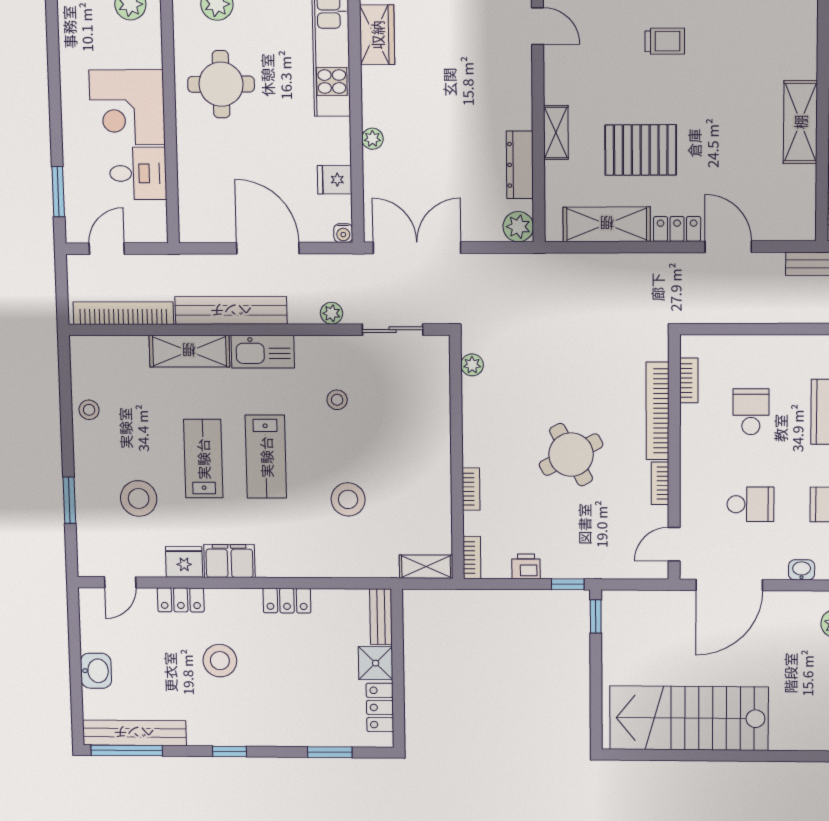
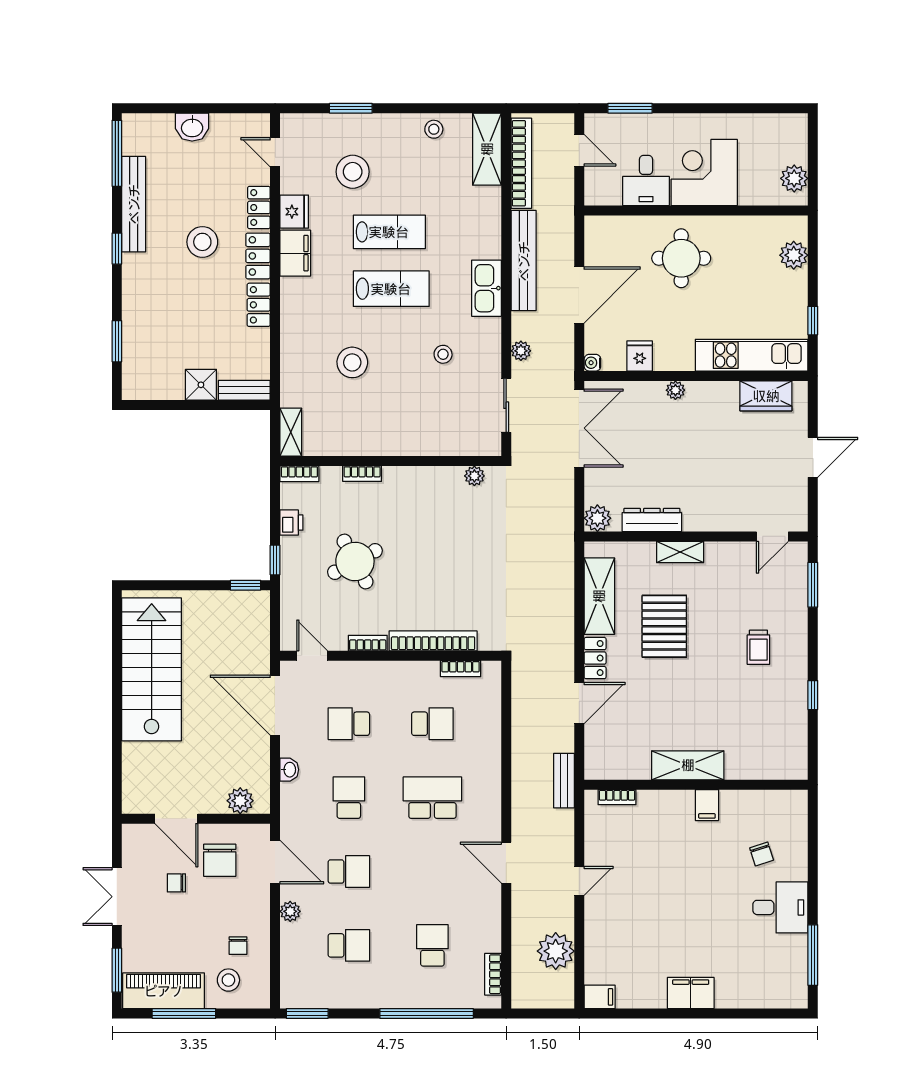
round table: (221, 84) -> (681, 258), moved
shelving: (189, 351) -> (487, 149), moved
round table: (571, 455) -> (355, 561), moved
lab bench: (266, 457) -> (391, 289), turned 180
school desk: (750, 504) -> (349, 724), turned 90
locker: (380, 708) -> (258, 256), moved, turned -90
bench: (134, 733) -> (134, 204), moved

